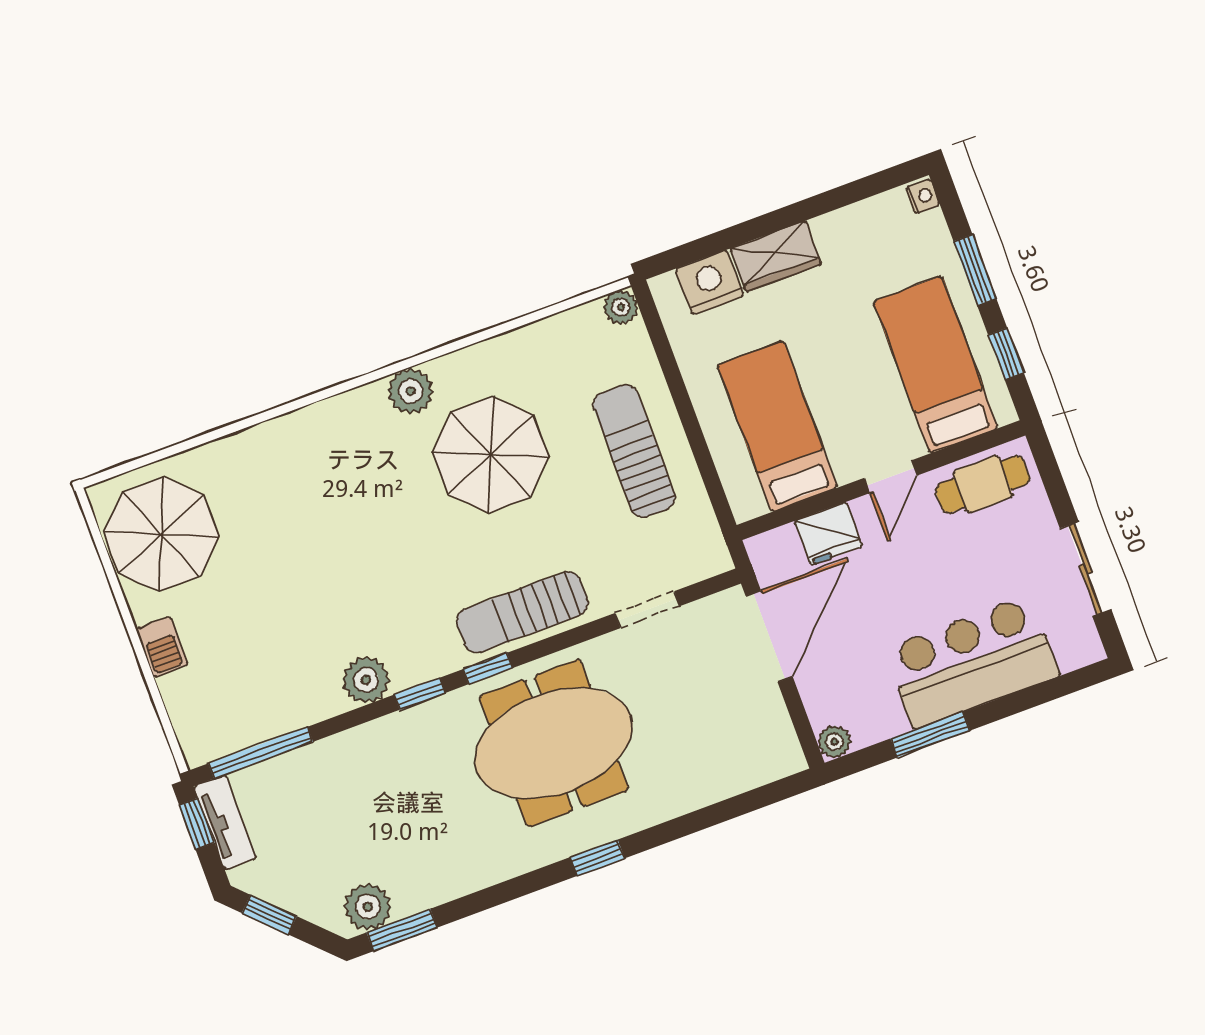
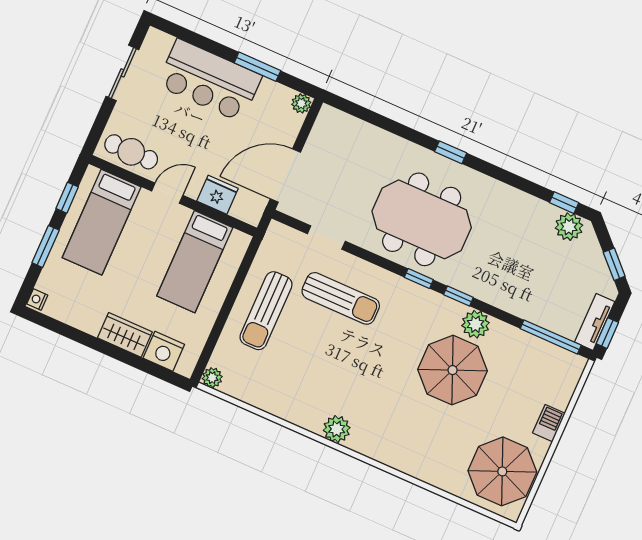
parasol: (491, 455) -> (453, 370), moved
sun lounger: (522, 612) -> (341, 298), moved
window: (402, 930) -> (564, 203), width x0.67

